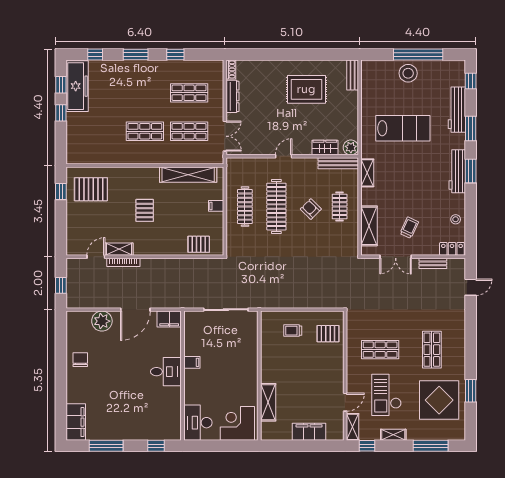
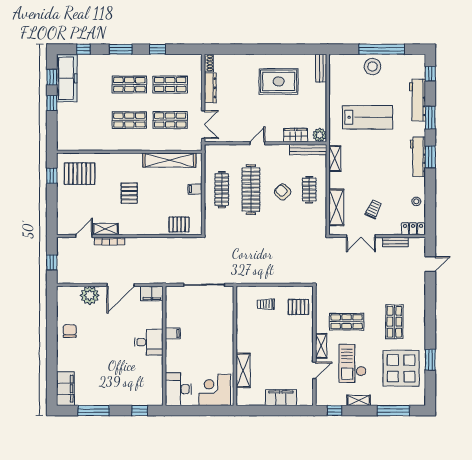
shop shelf: (145, 93) -> (129, 85), added
shelving: (353, 427) -> (321, 346), moved

